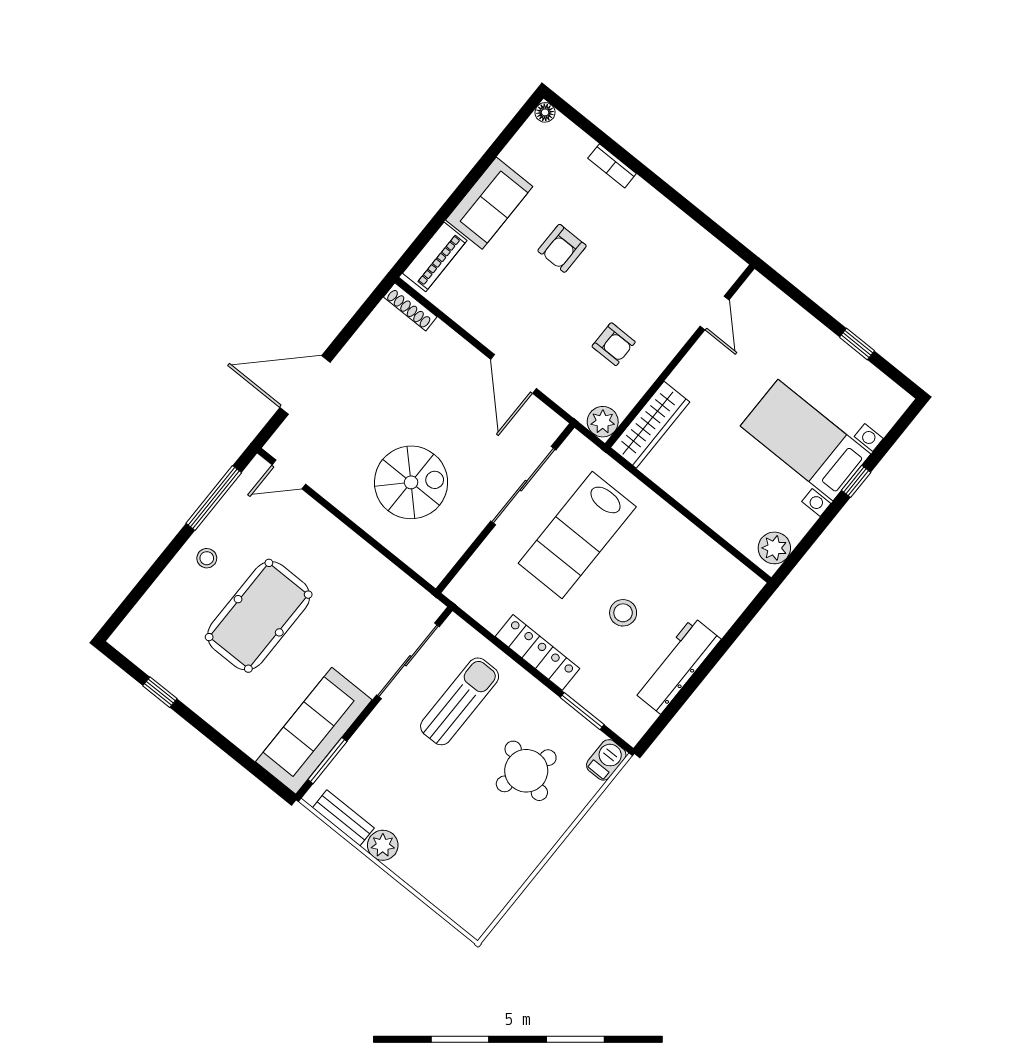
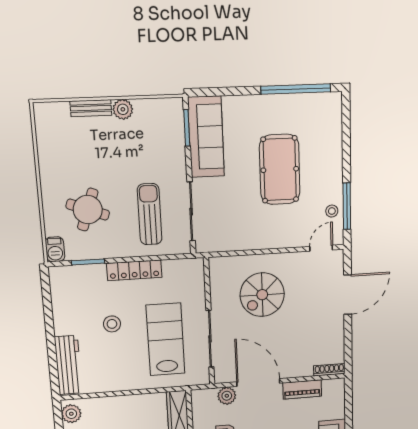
piano: (435, 257) -> (302, 389), moved, turned -90
door: (513, 374) -> (258, 382), width x1.36
plant: (603, 422) -> (227, 396), moved
stool: (207, 558) -> (332, 211), moved
workbench: (677, 665) -> (68, 365), moved
window: (160, 692) -> (296, 89), width x3.17
sun lounger: (460, 701) -> (150, 214), turned 180
bench: (343, 818) -> (91, 108), moved

